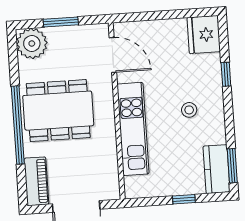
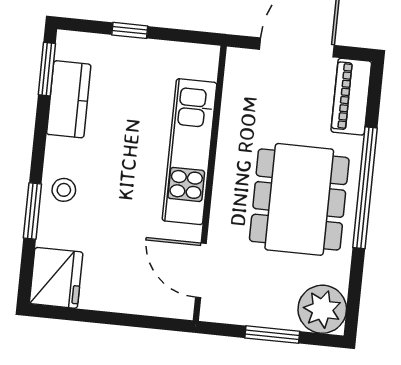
window: (226, 74) -> (32, 211), width x1.50
stool: (189, 110) -> (64, 190), moved
dining table: (58, 111) -> (299, 199), turned 90
kitchen counter: (216, 169) -> (69, 99), moved

